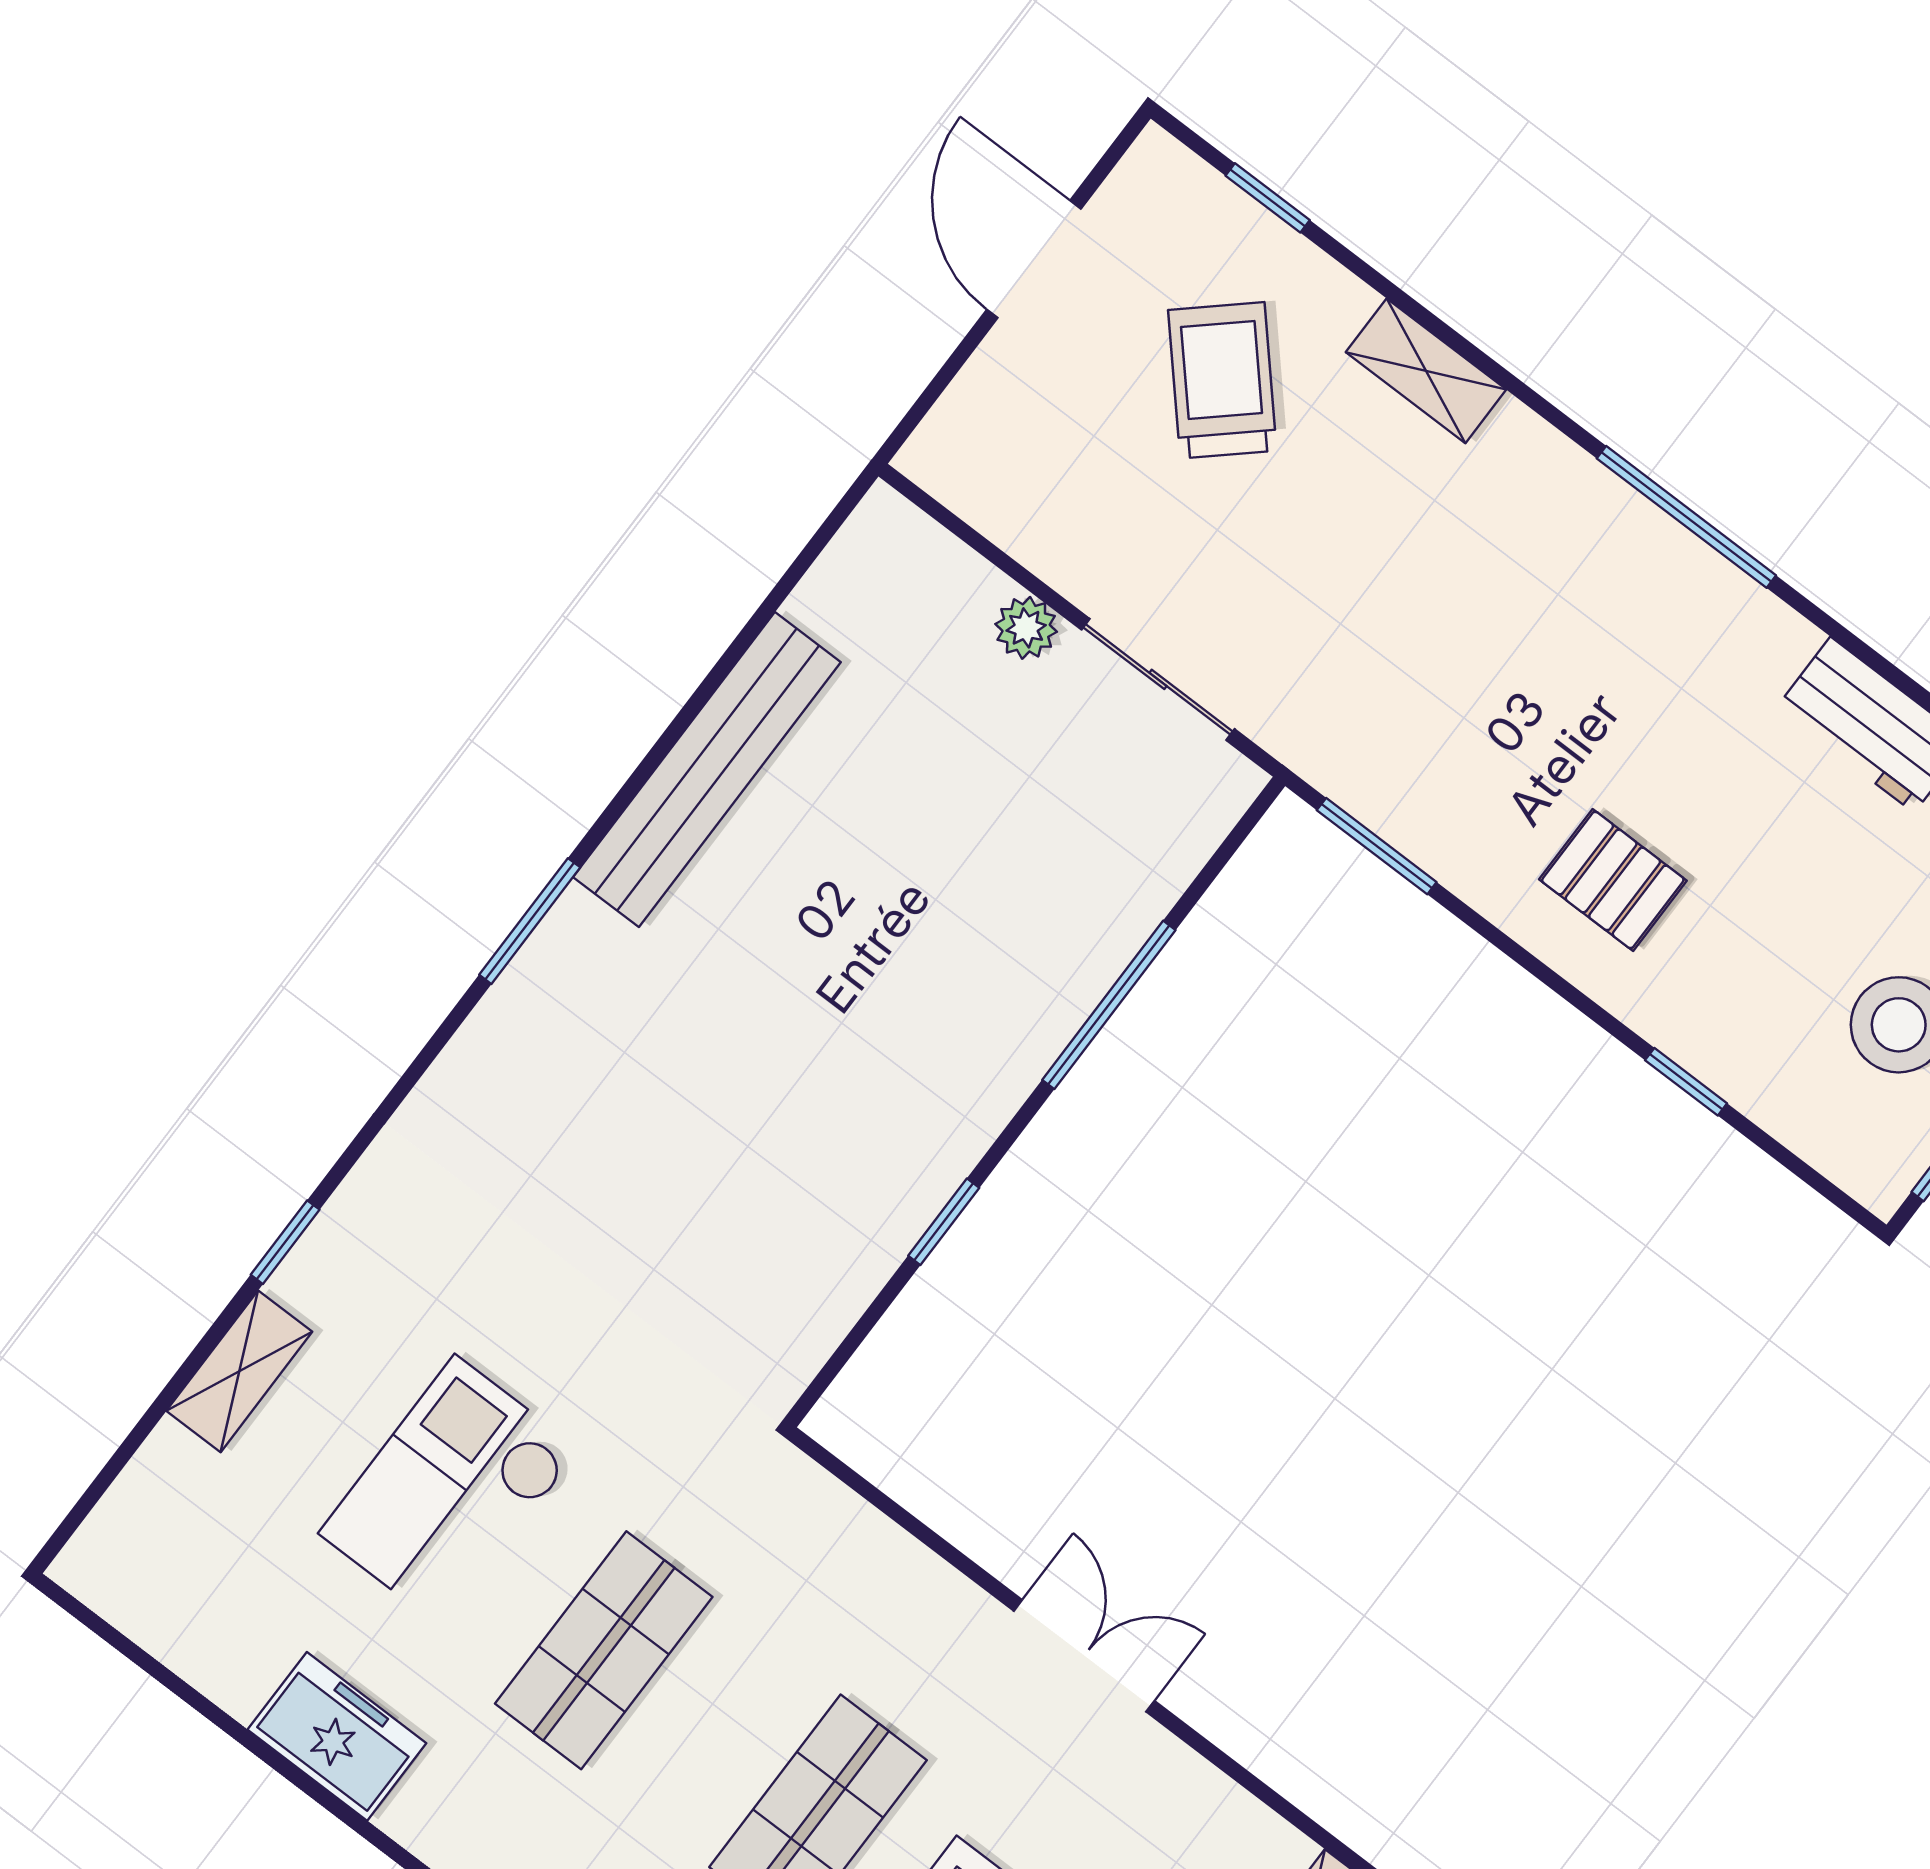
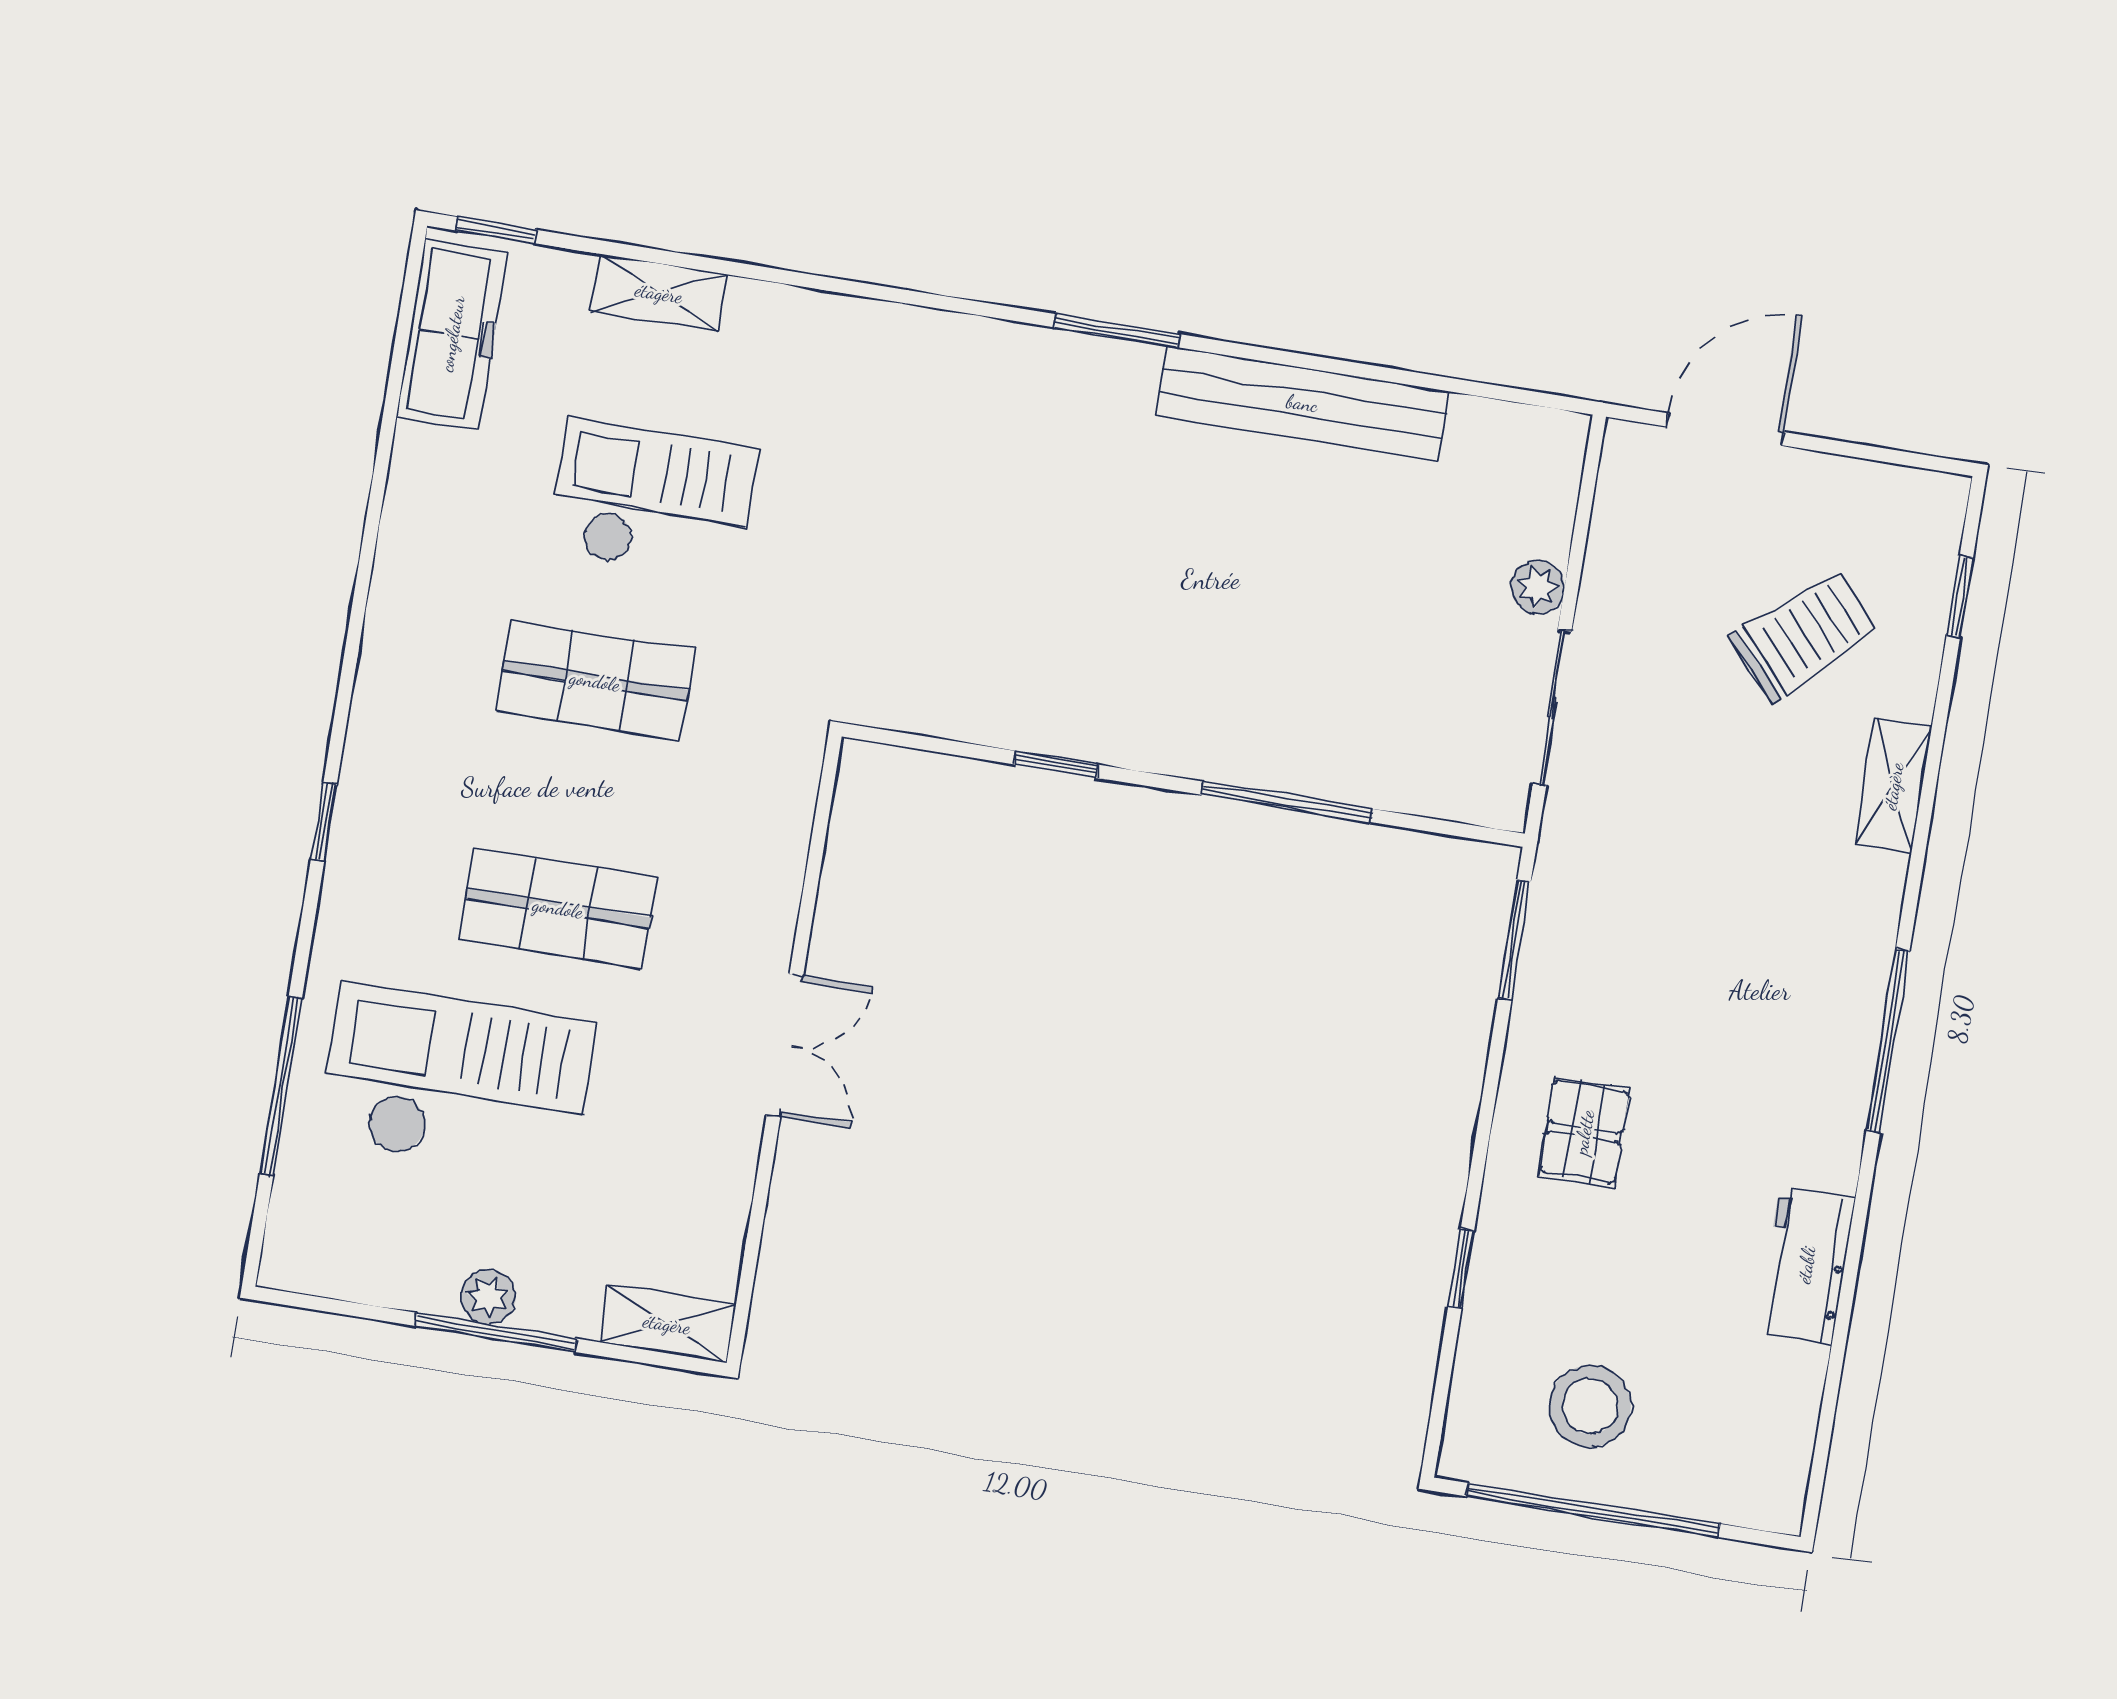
door: (1034, 259) -> (1725, 429), moved
window: (285, 1242) -> (496, 230), moved
freezer: (337, 1736) -> (452, 334), moved, width x1.40

